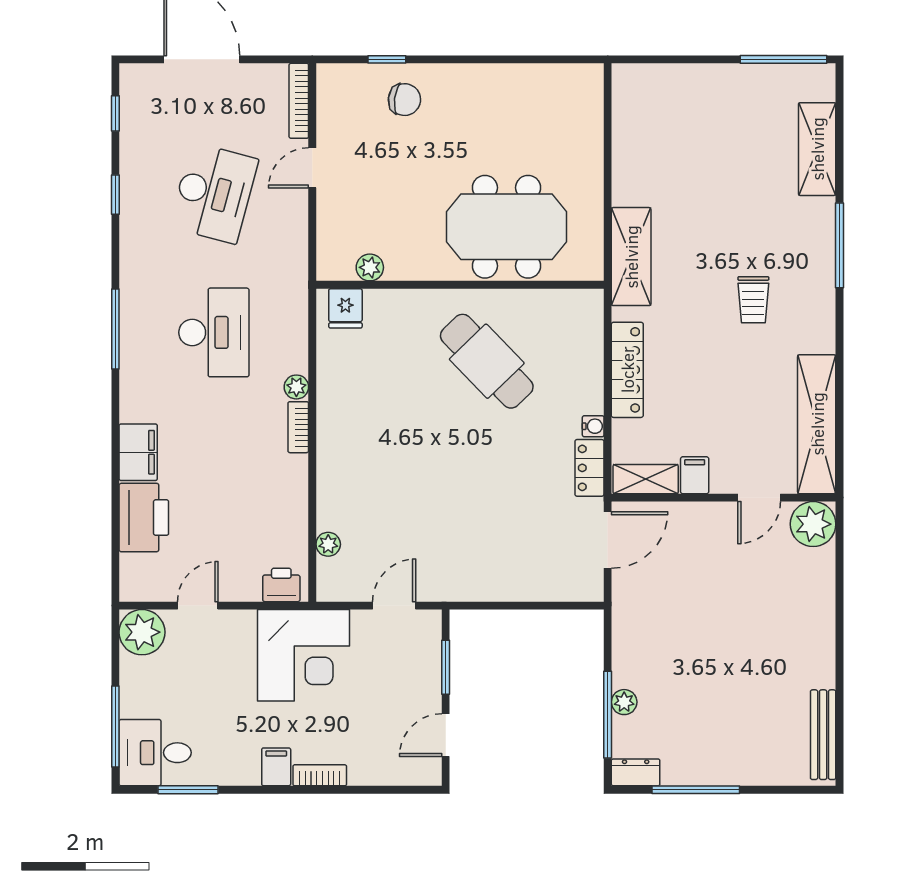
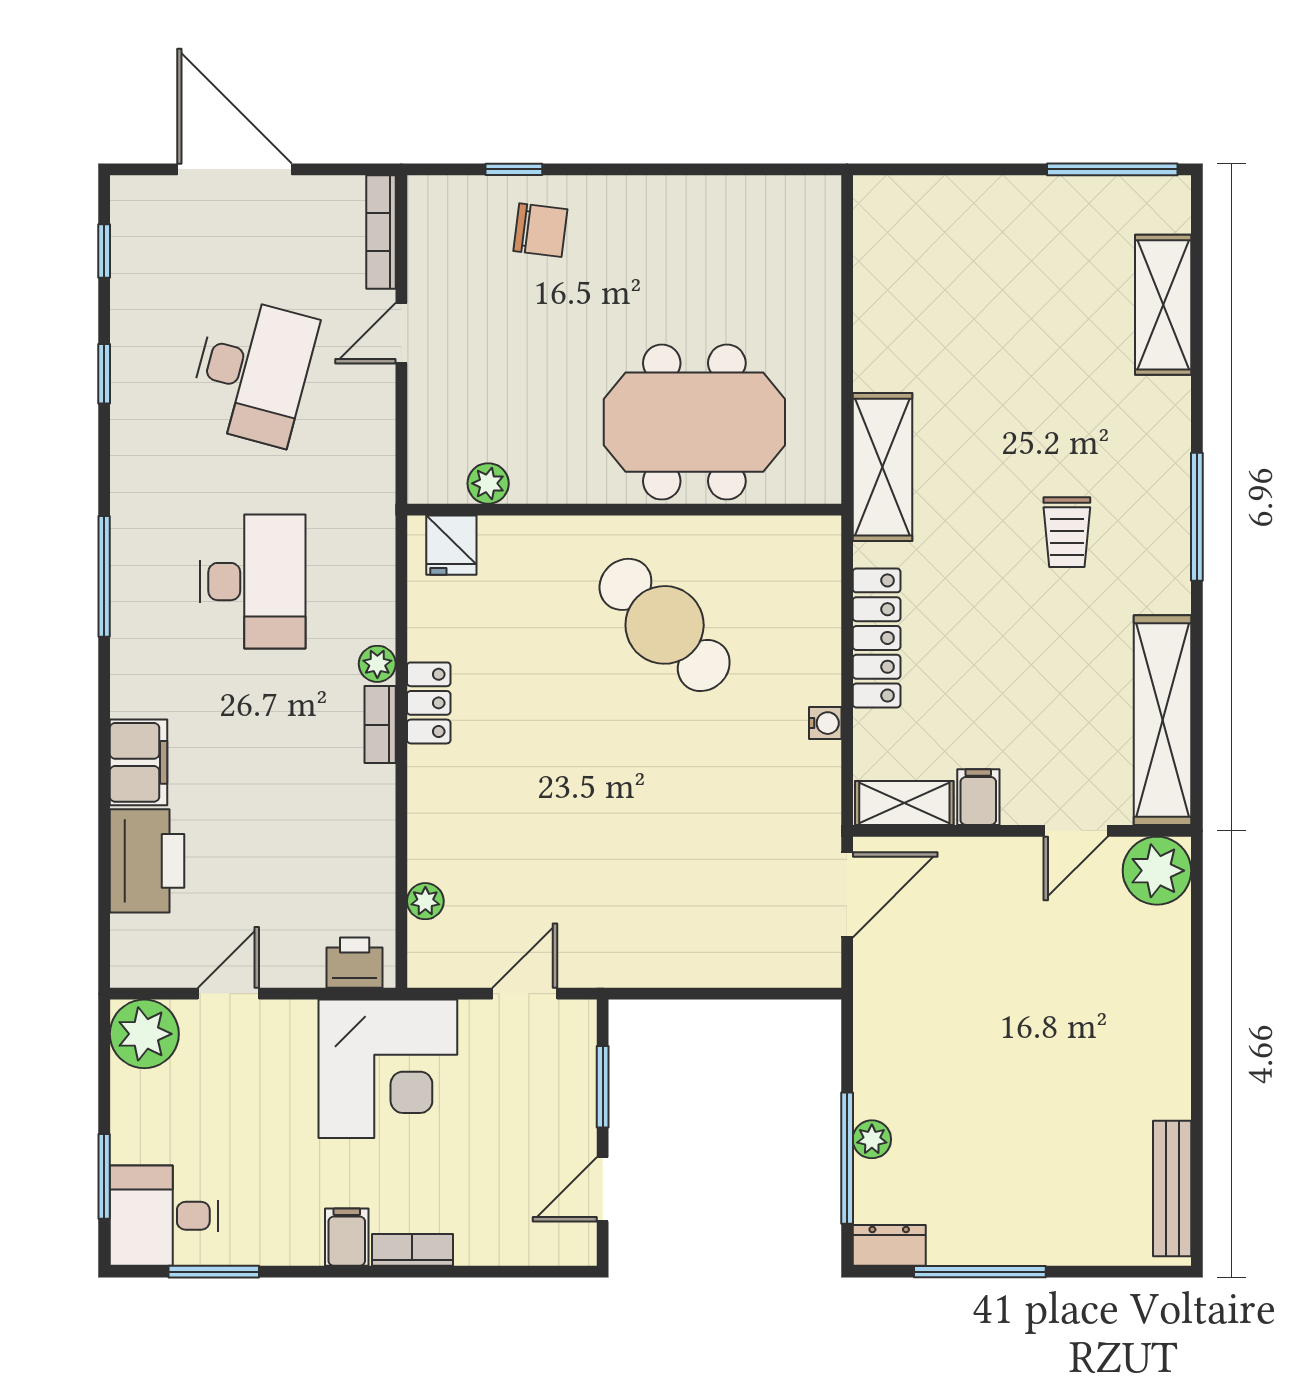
window: (839, 245) -> (1197, 517), moved
locker: (589, 468) -> (429, 703), moved, turned 180
window: (115, 727) -> (104, 1176), width x0.69

